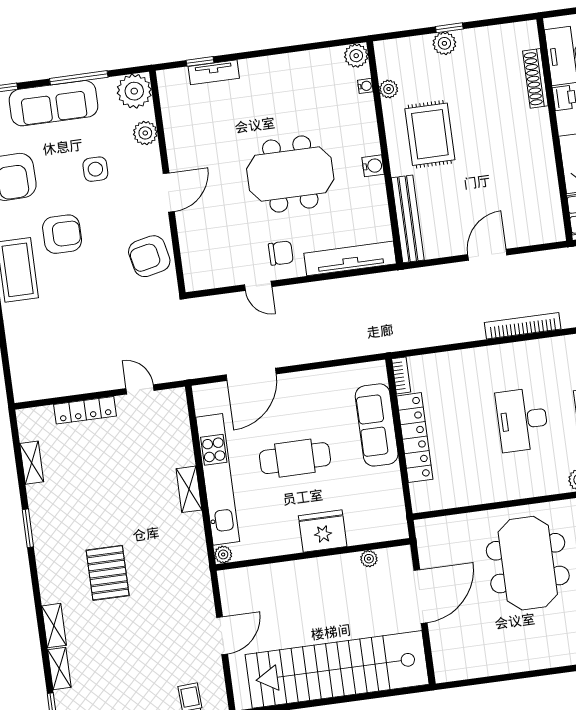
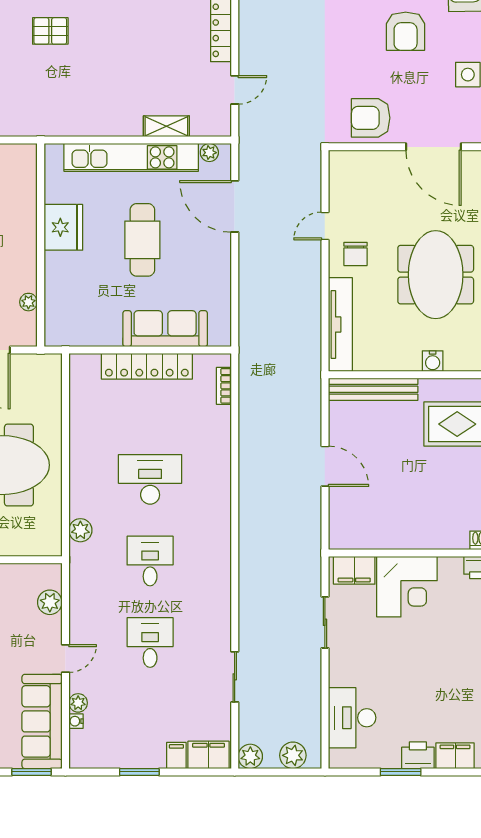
door: (169, 193) -> (434, 147), width x1.36
armchair: (149, 256) -> (371, 118), turned -78
bookcase: (523, 326) -> (247, 493), removed
bookcase: (401, 375) -> (224, 386), moved, turned 90
shelving: (189, 489) -> (166, 126), moved
fridge: (323, 531) -> (63, 227), moved
plant: (223, 554) -> (209, 153), moved
pallet: (108, 573) -> (50, 31), width x0.67, depth x0.71

